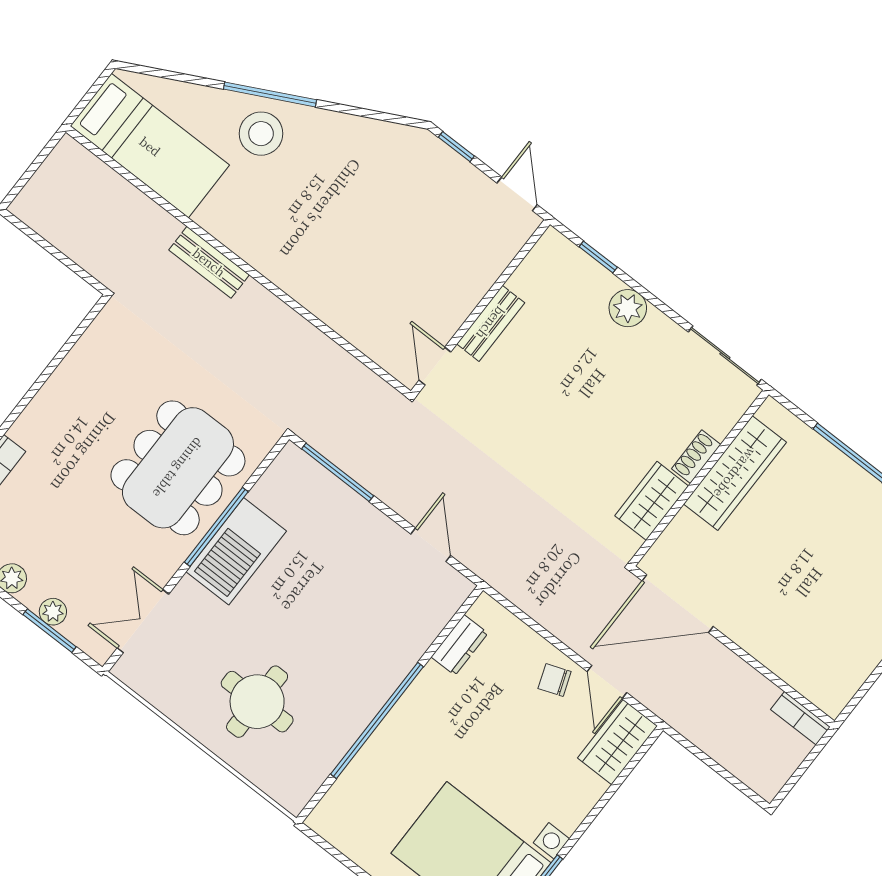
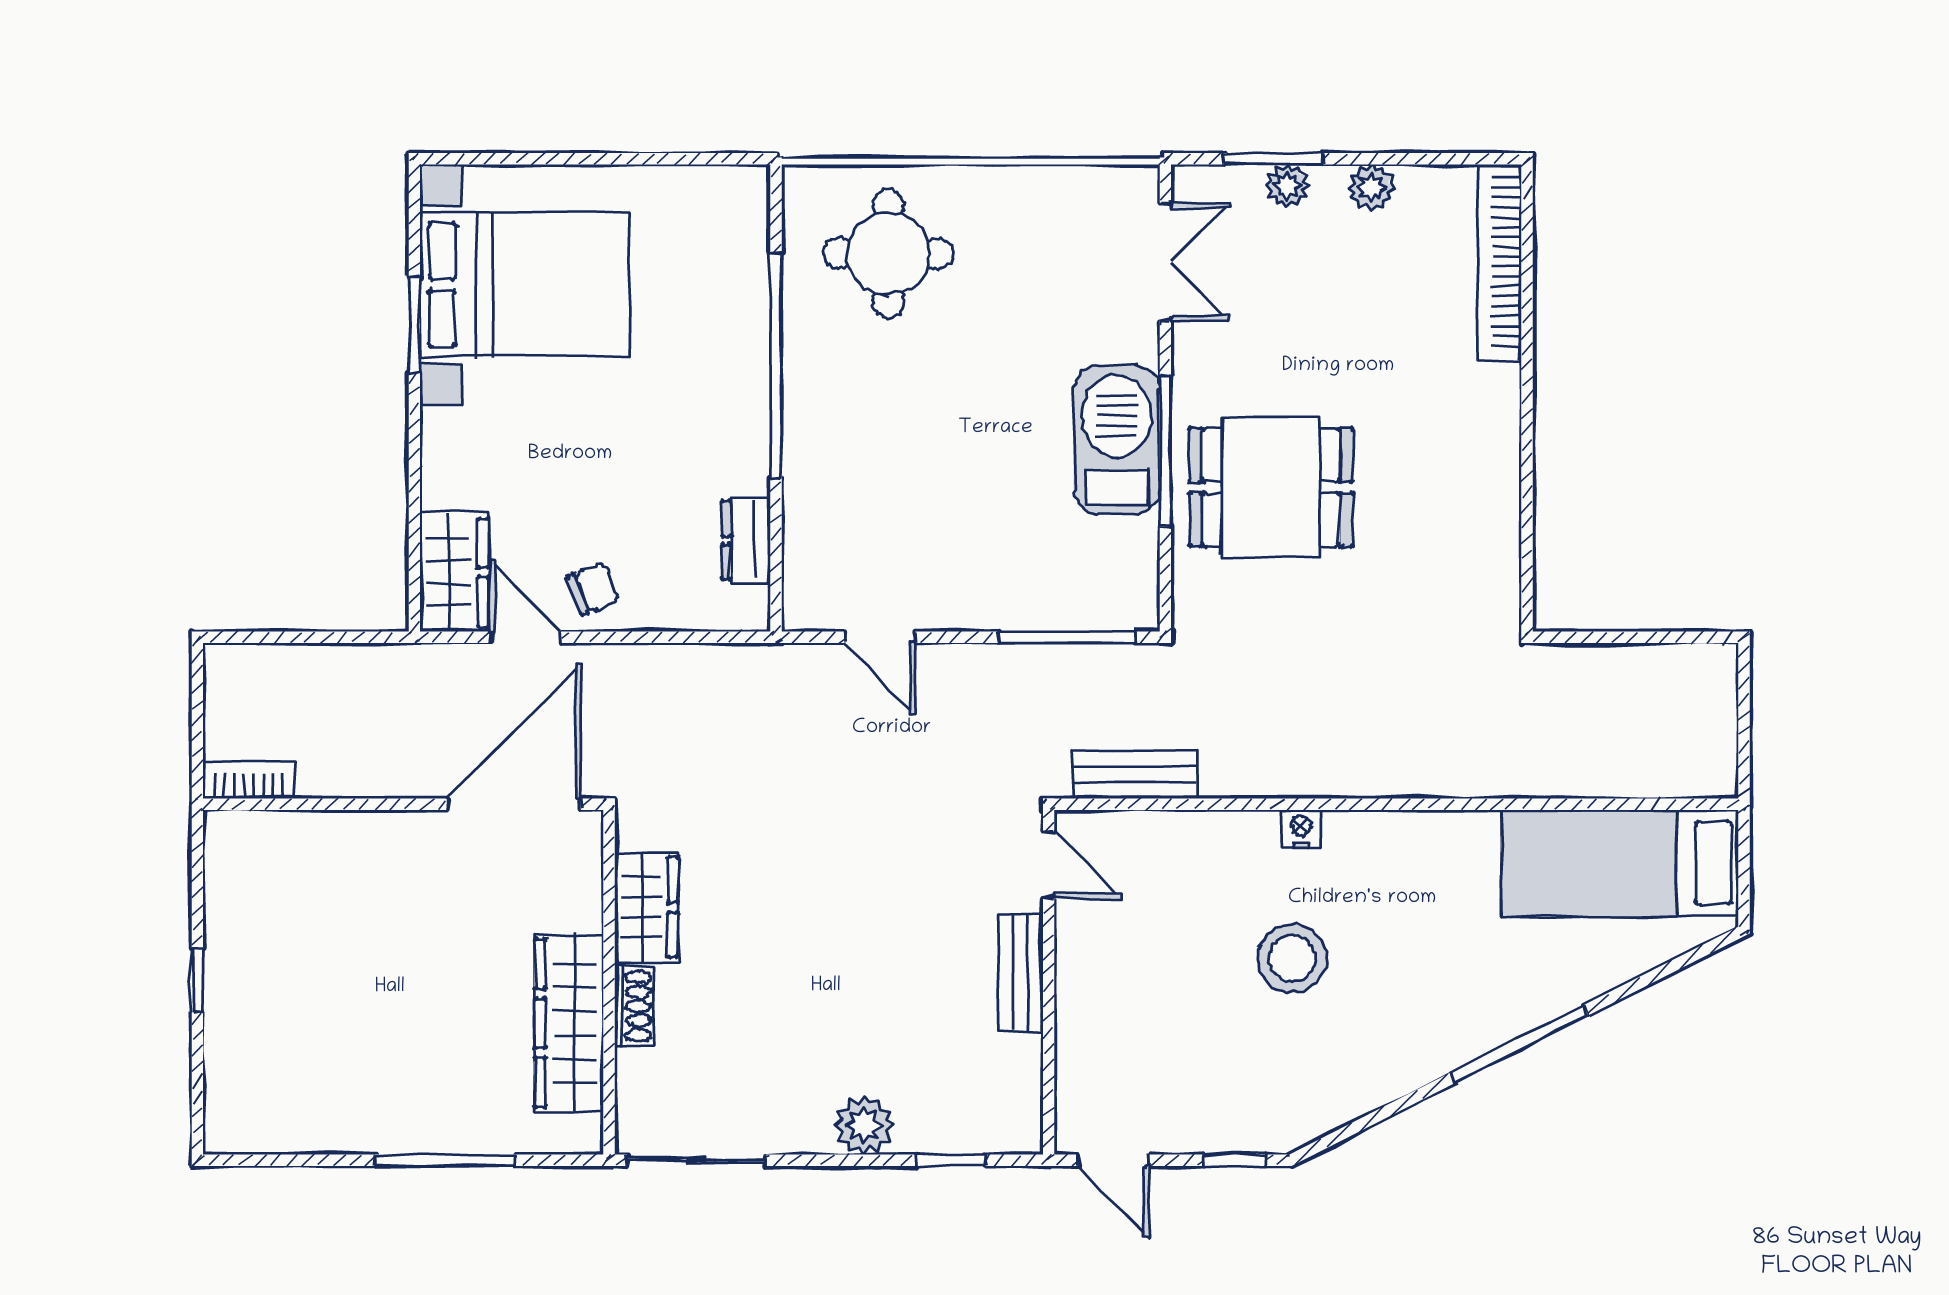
stool: (261, 134) -> (1292, 958), moved
bench: (209, 262) -> (1135, 775), moved
nightstand: (295, 286) -> (1301, 829), added
dining table: (178, 468) -> (1271, 487), width x0.73
round table: (257, 702) -> (888, 254), moved

